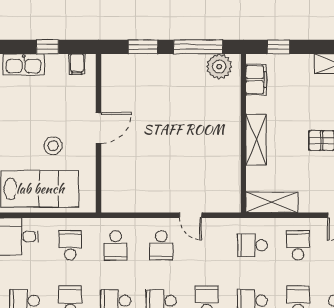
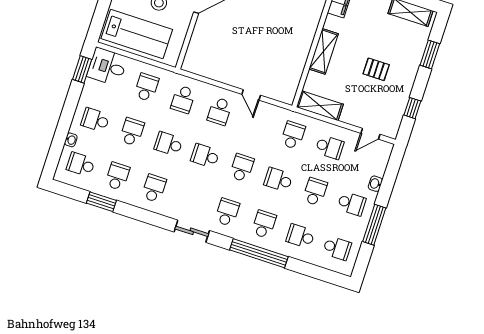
school desk: (252, 245) -> (293, 135), turned 90
school desk: (298, 245) -> (330, 147), turned 90

